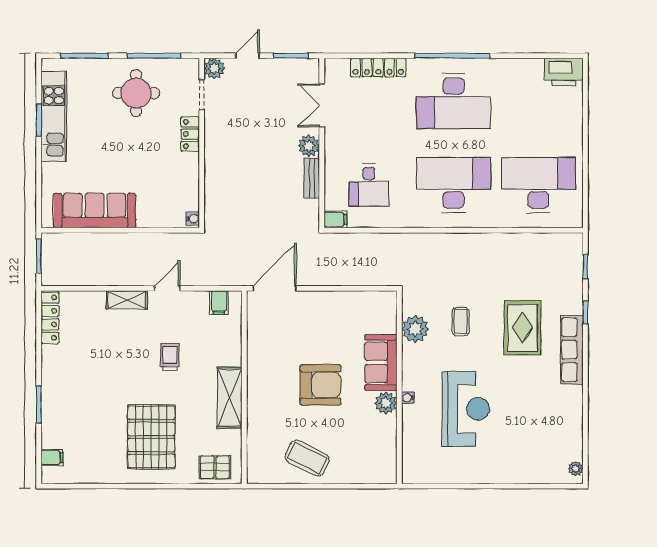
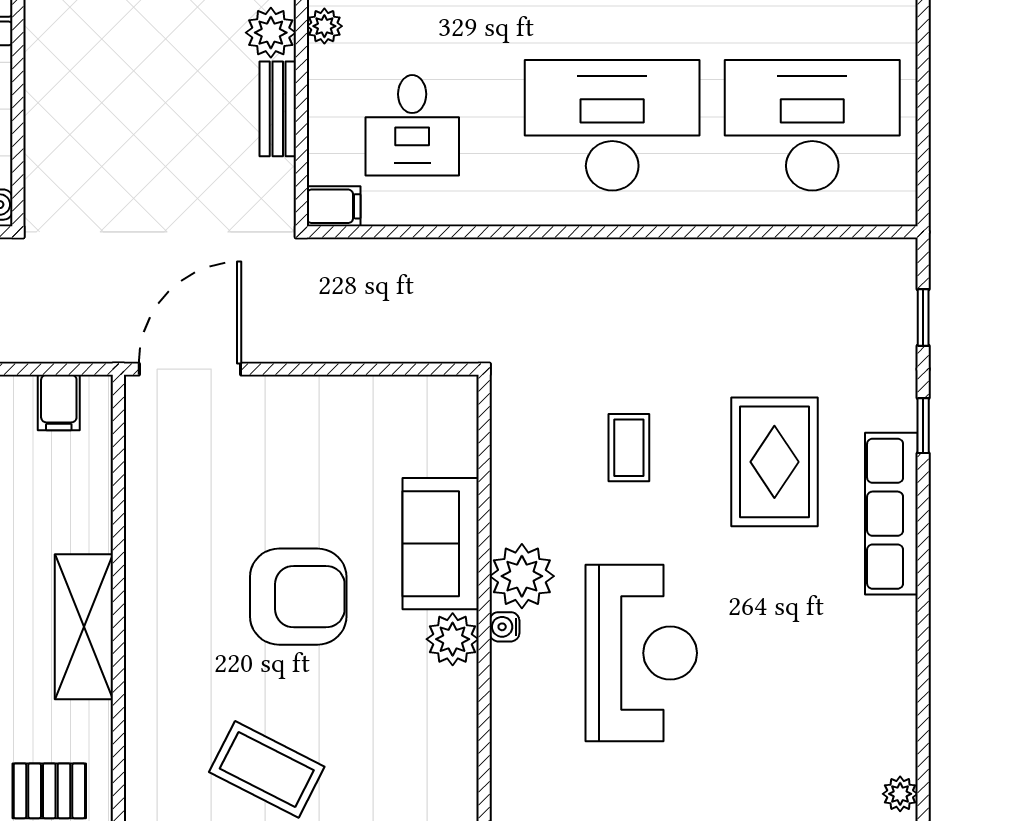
plant: (332, 143) -> (324, 26), added
plant: (415, 329) -> (522, 576), moved

